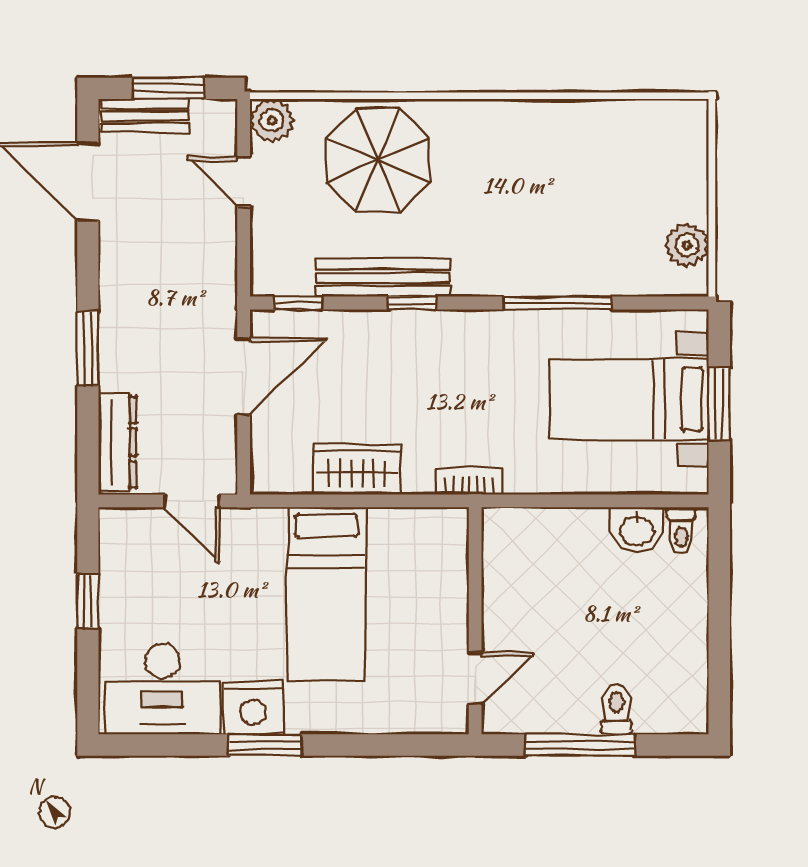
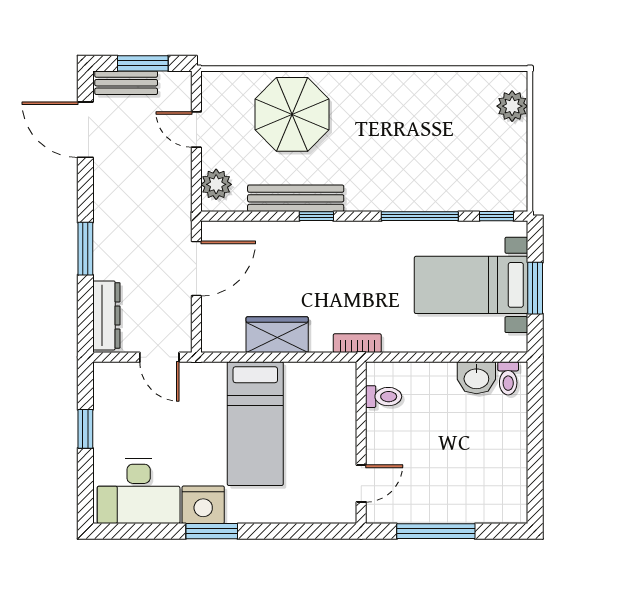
plant: (271, 120) -> (216, 184), moved
plant: (687, 245) -> (512, 106), moved
window: (298, 303) -> (497, 216), moved
toilet: (616, 709) -> (384, 397), moved, turned 90

